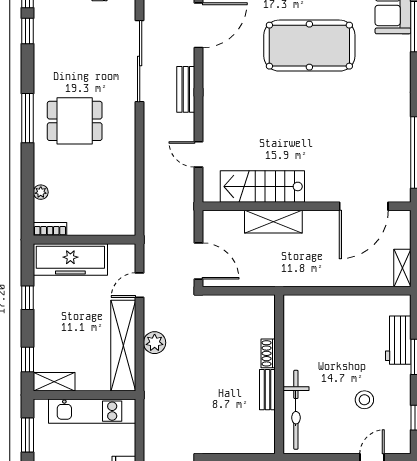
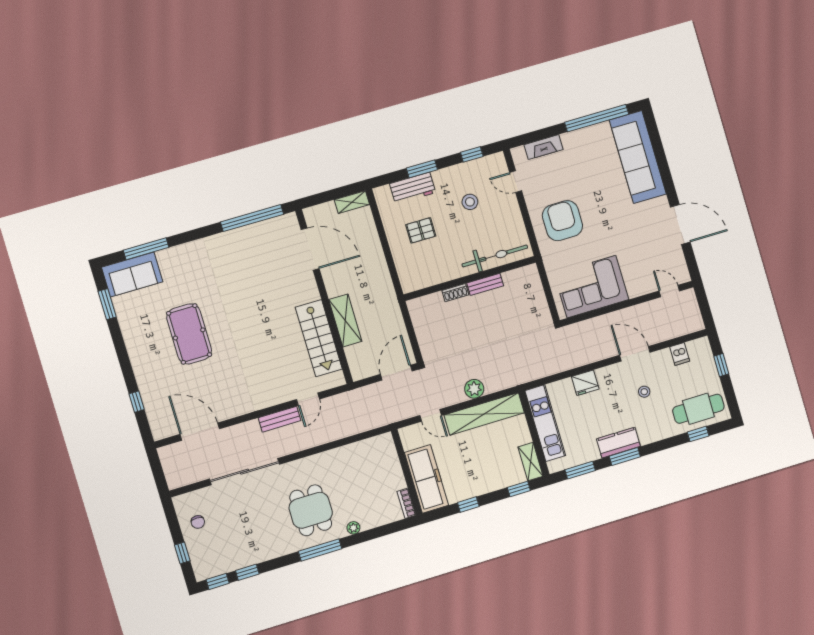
pool table: (309, 46) -> (189, 334), width x0.73, depth x0.76
bench: (186, 89) -> (280, 419), moved
plant: (41, 192) -> (353, 528), moved
pallet: (349, 335) -> (421, 230), added

